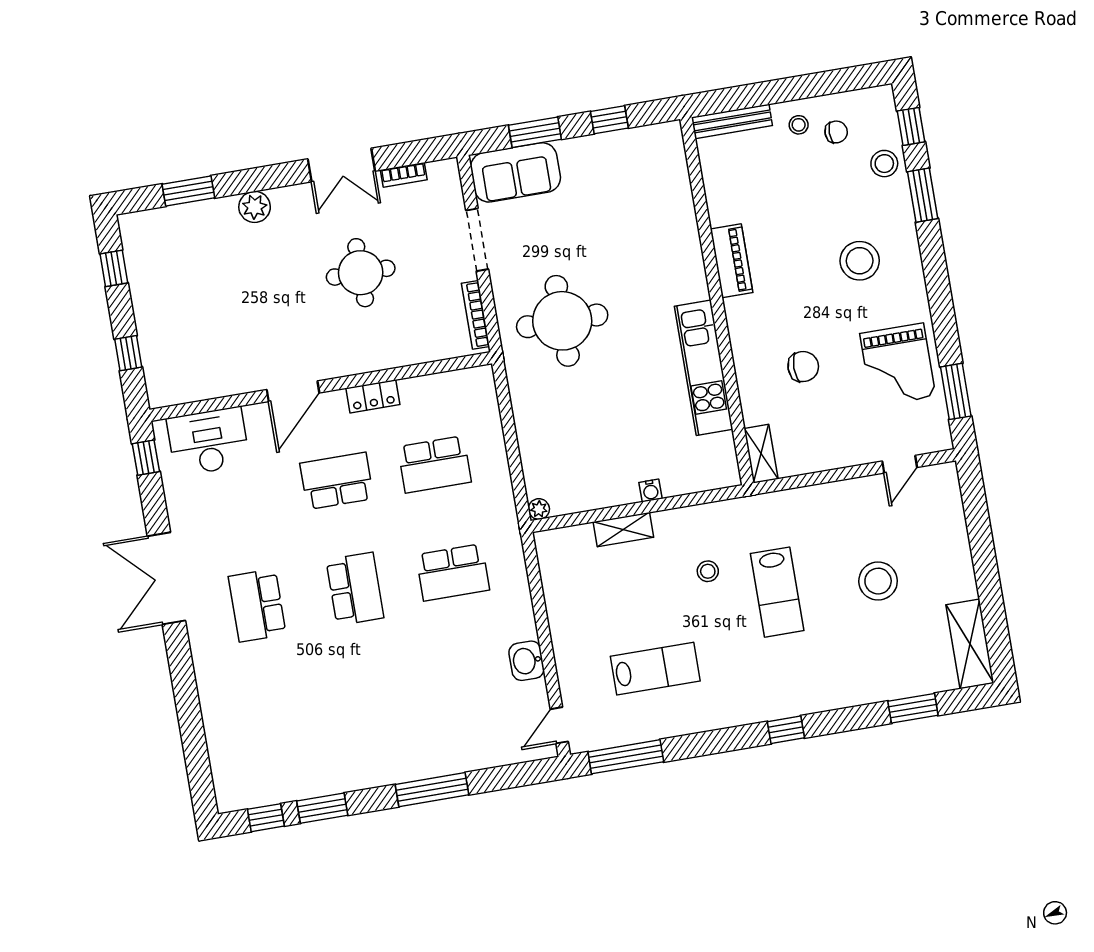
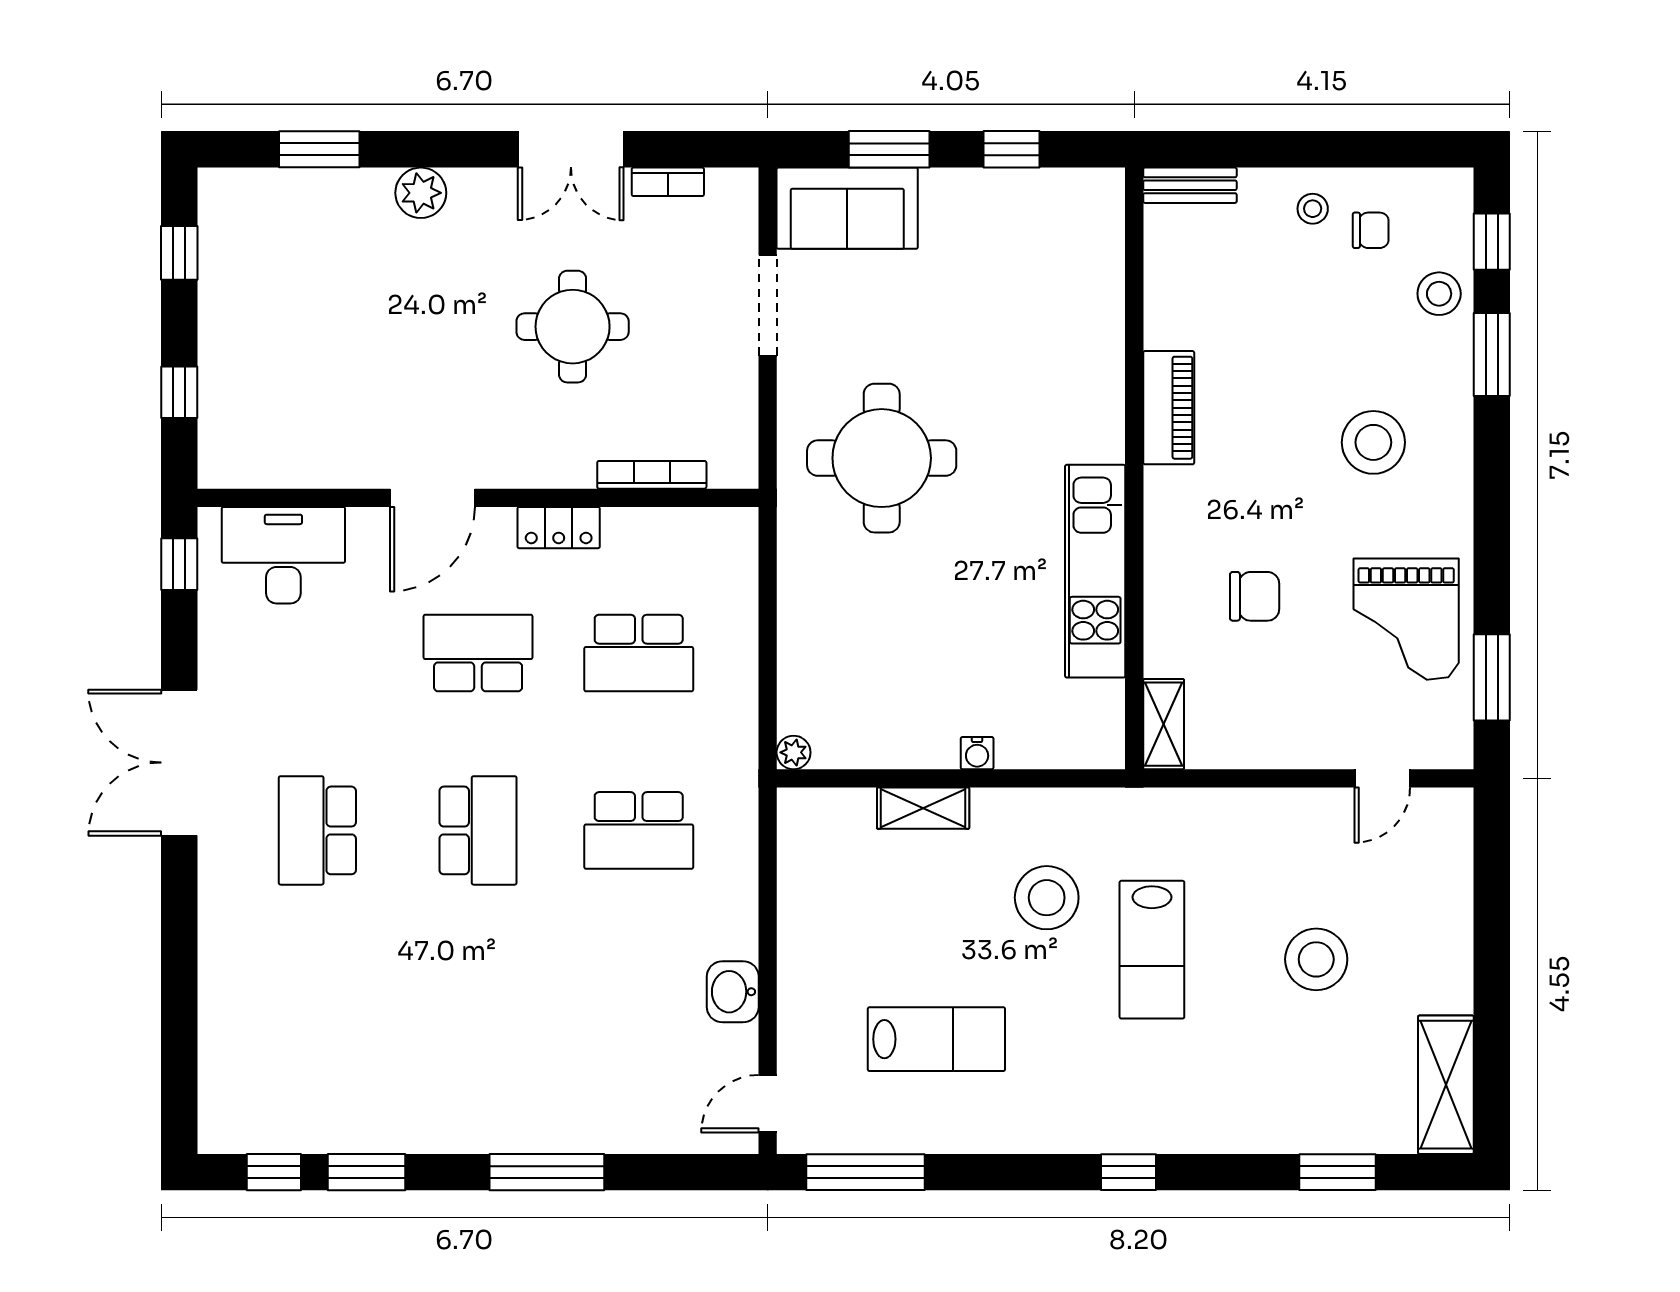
bench: (732, 121) -> (1190, 185), width x0.73
bookcase: (475, 315) -> (652, 475), moved, turned 90
stool: (708, 571) -> (1047, 898), width x1.89, depth x1.89

